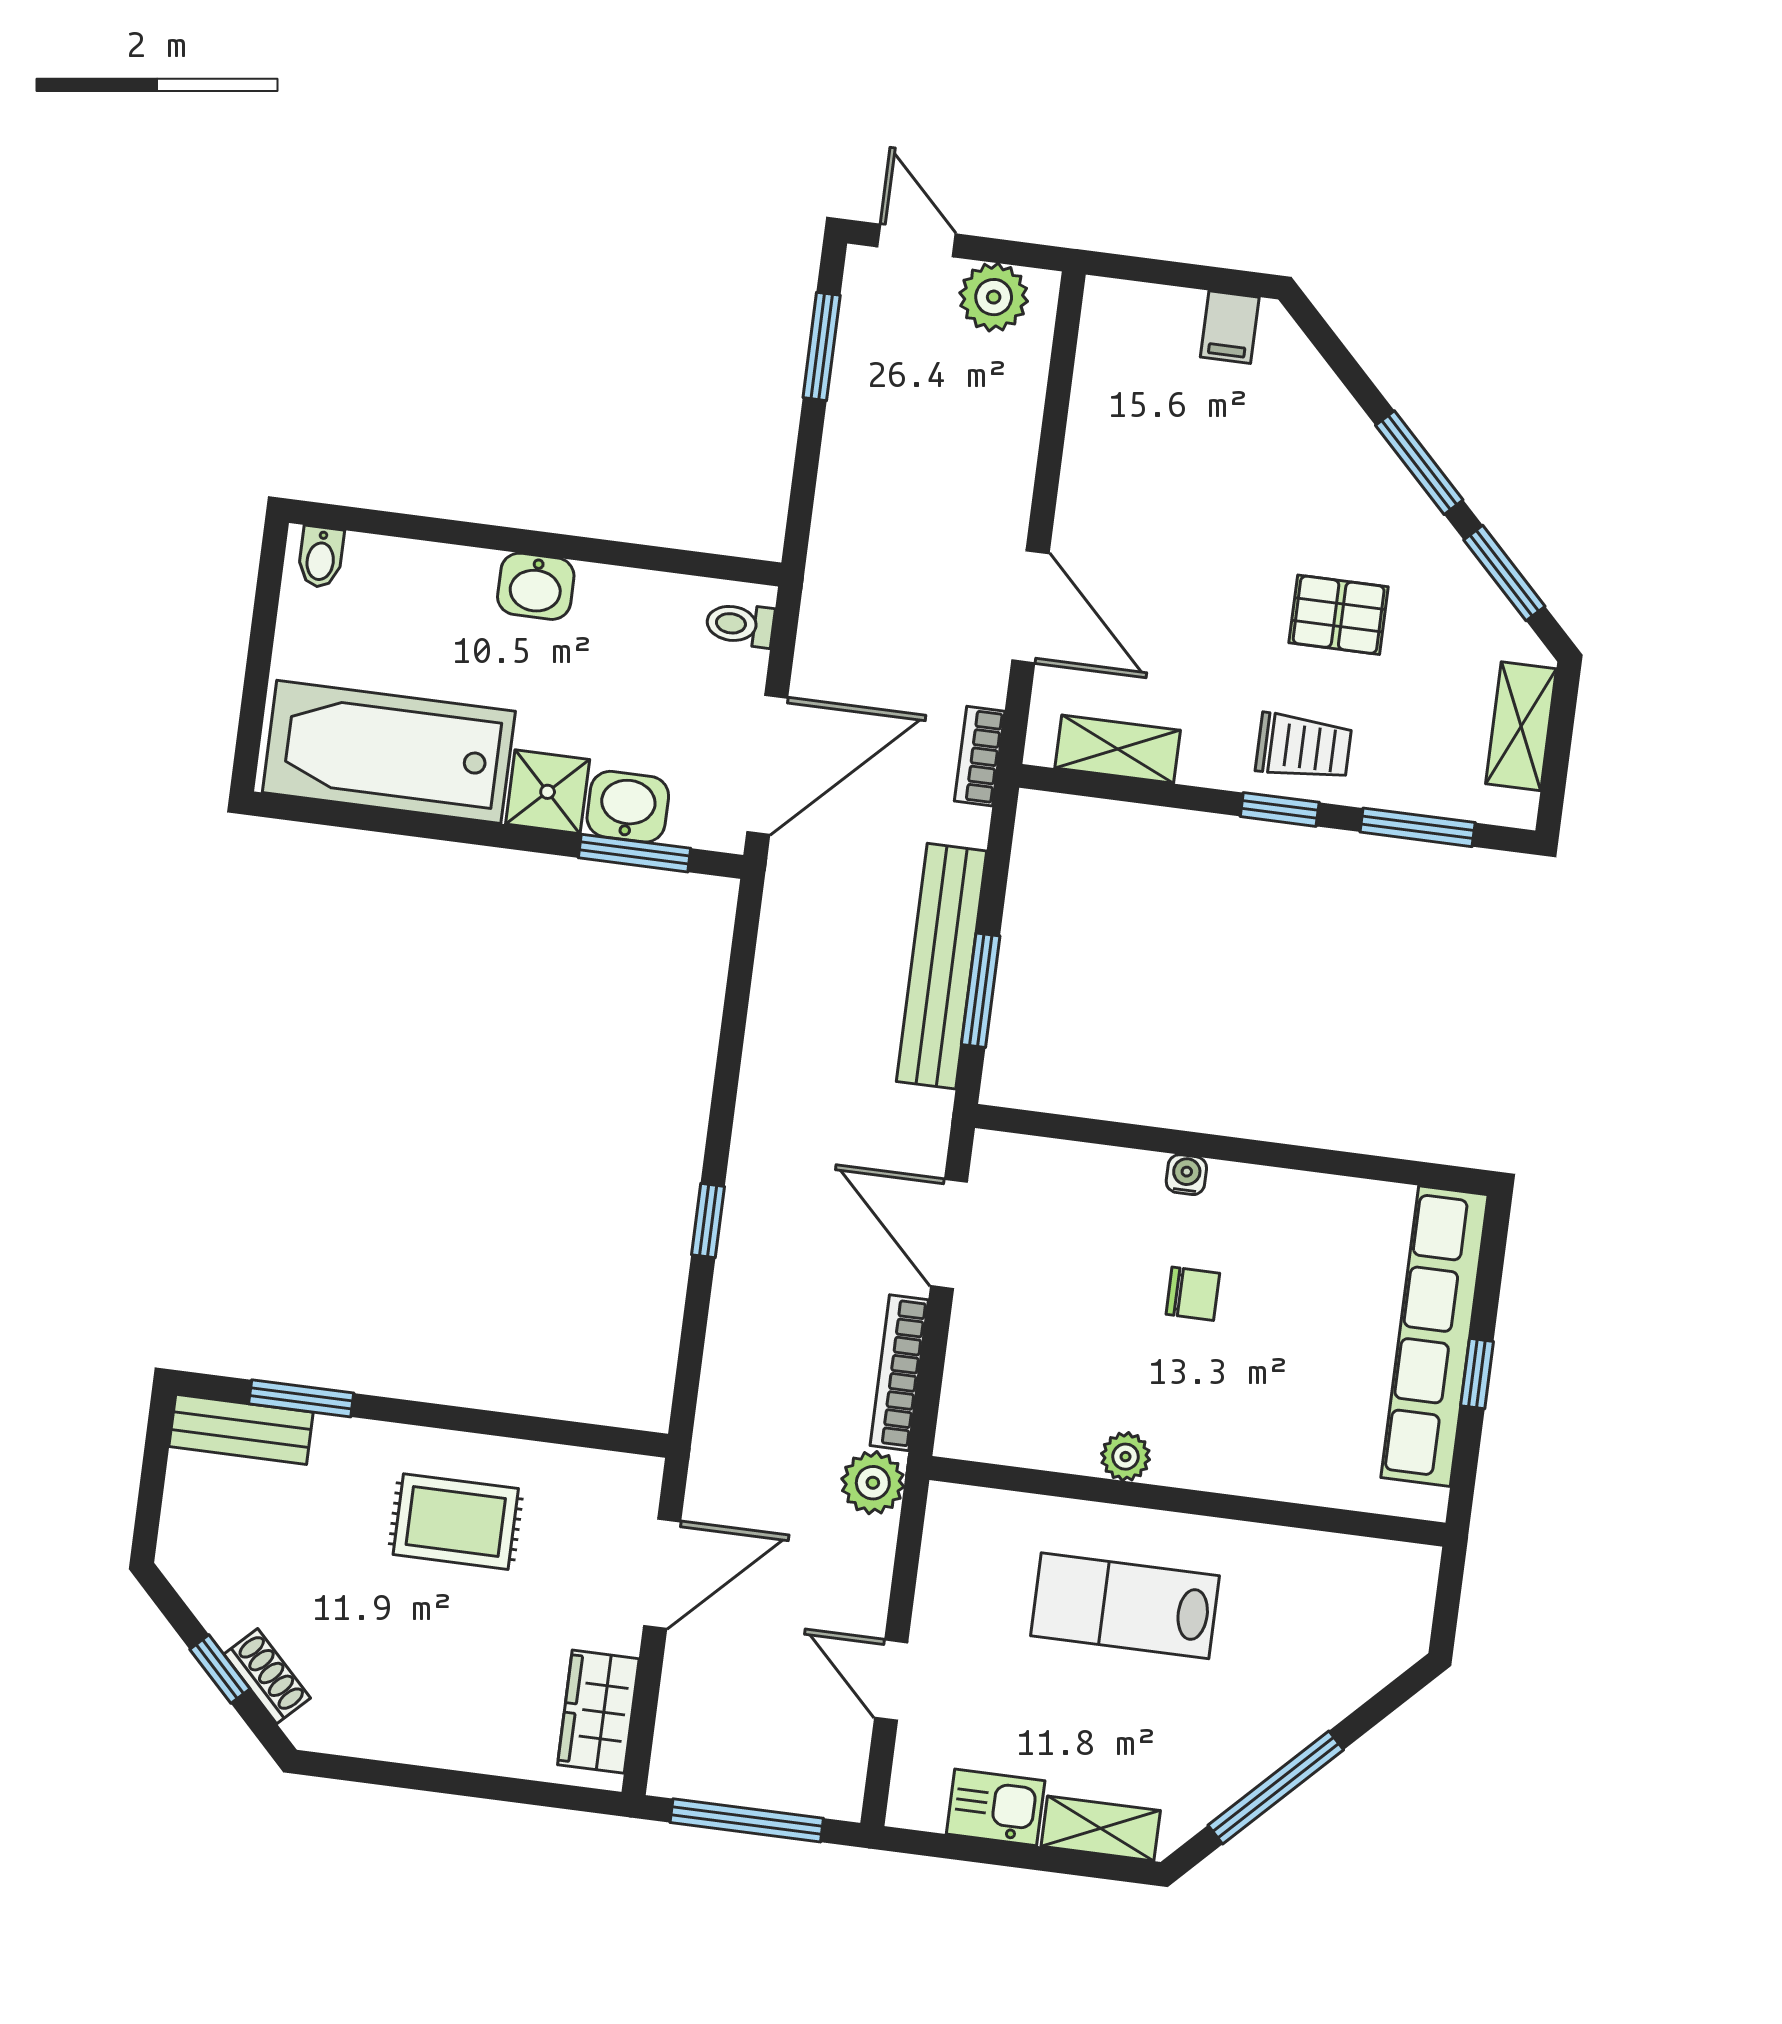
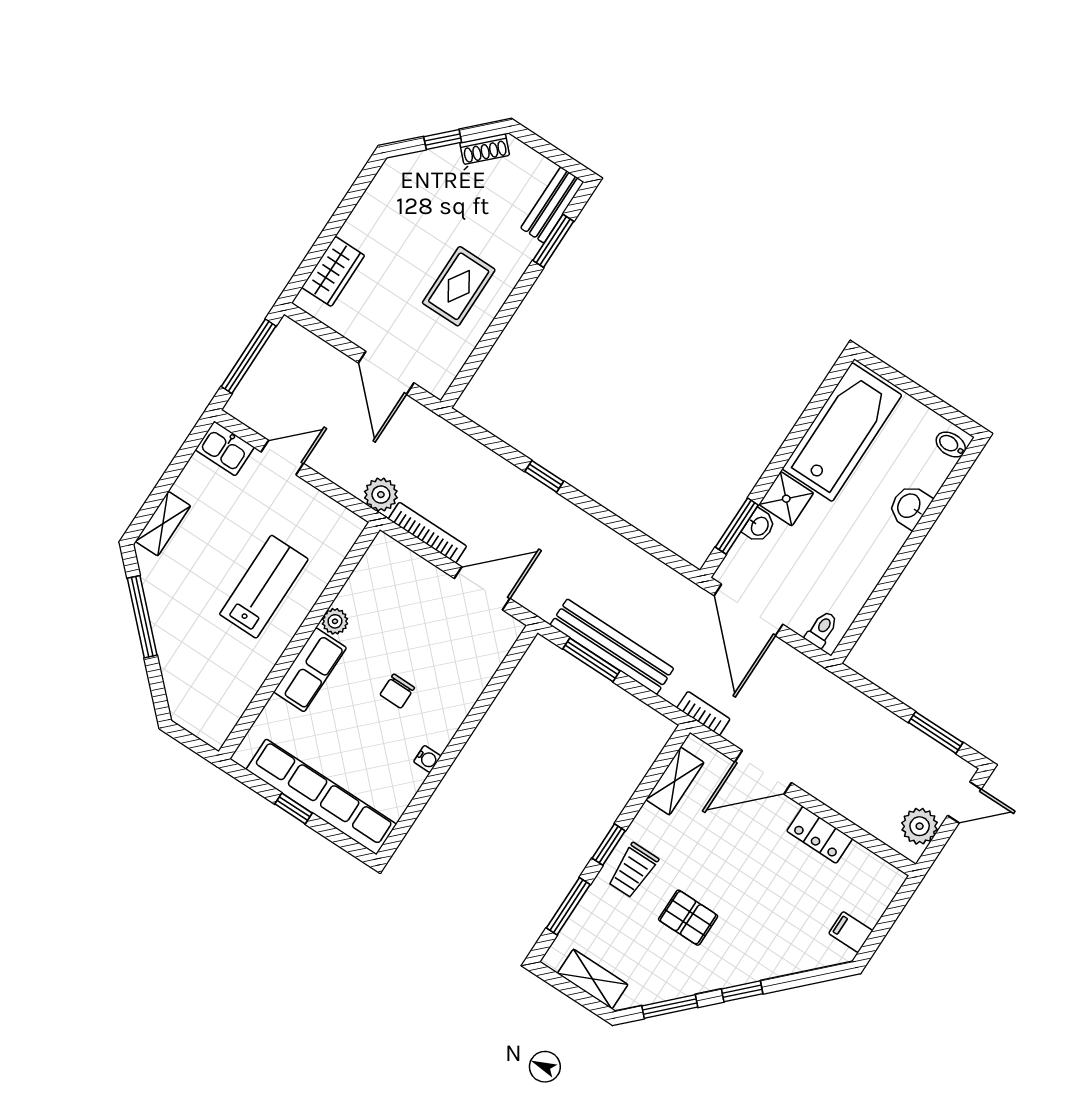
locker: (1090, 460) -> (820, 835), added
window: (1419, 463) -> (742, 991), width x0.67
washbasin: (536, 586) -> (910, 506), moved
pallet: (1339, 615) -> (688, 918), turned 90
washbasin: (628, 807) -> (759, 526), width x0.72, depth x0.69
water cooler: (1186, 1175) -> (427, 759), moved
row of seats: (1228, 1459) -> (310, 670), added
shoe rack: (267, 1676) -> (485, 149), moved
wardrobe: (598, 1712) -> (333, 271), moved, turned 90
kitchen sink: (996, 1807) -> (225, 448), moved, turned 90

